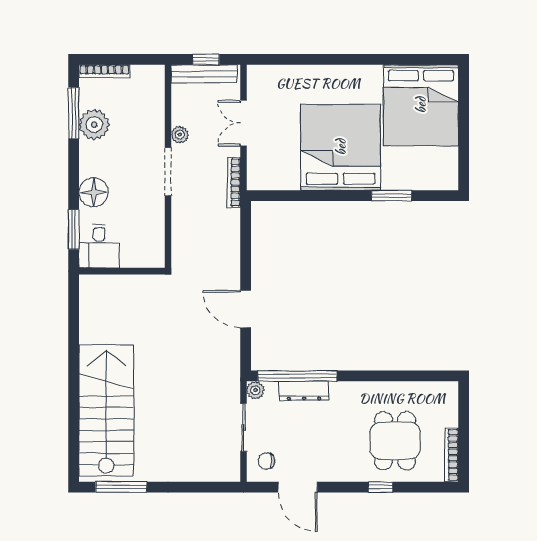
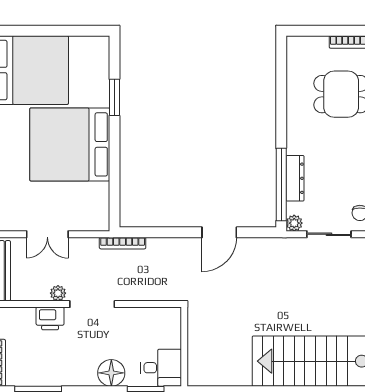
plant: (94, 125) -> (49, 372), removed
printer: (152, 126) -> (50, 318), added
bookcase: (234, 182) -> (123, 243), moved

